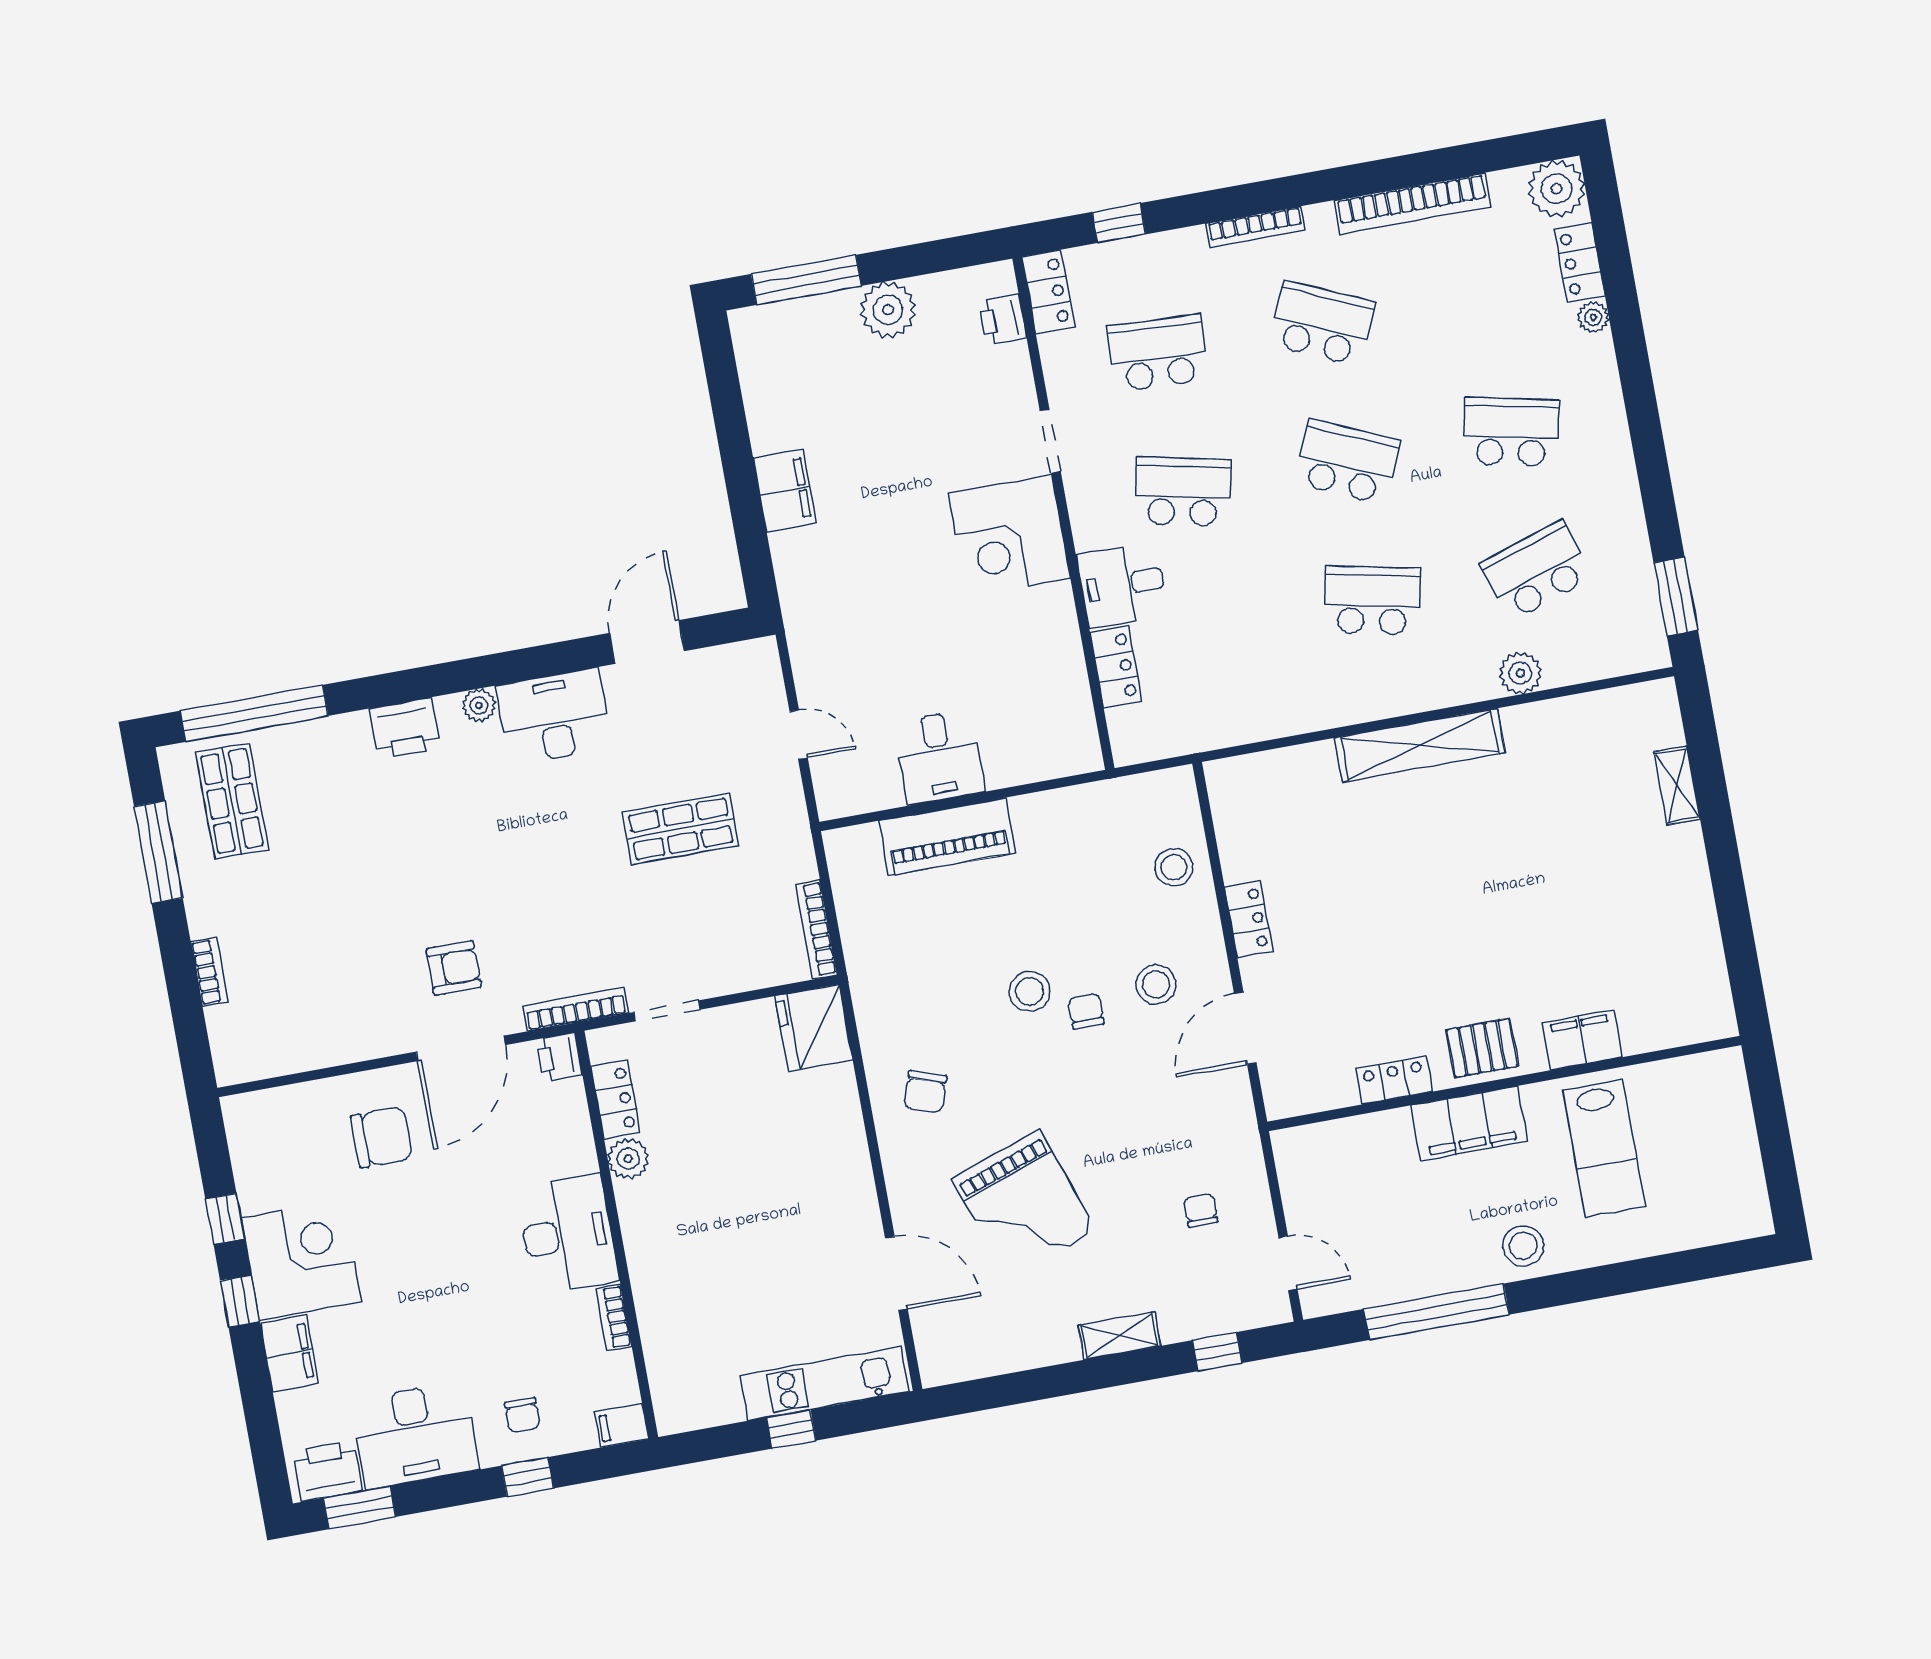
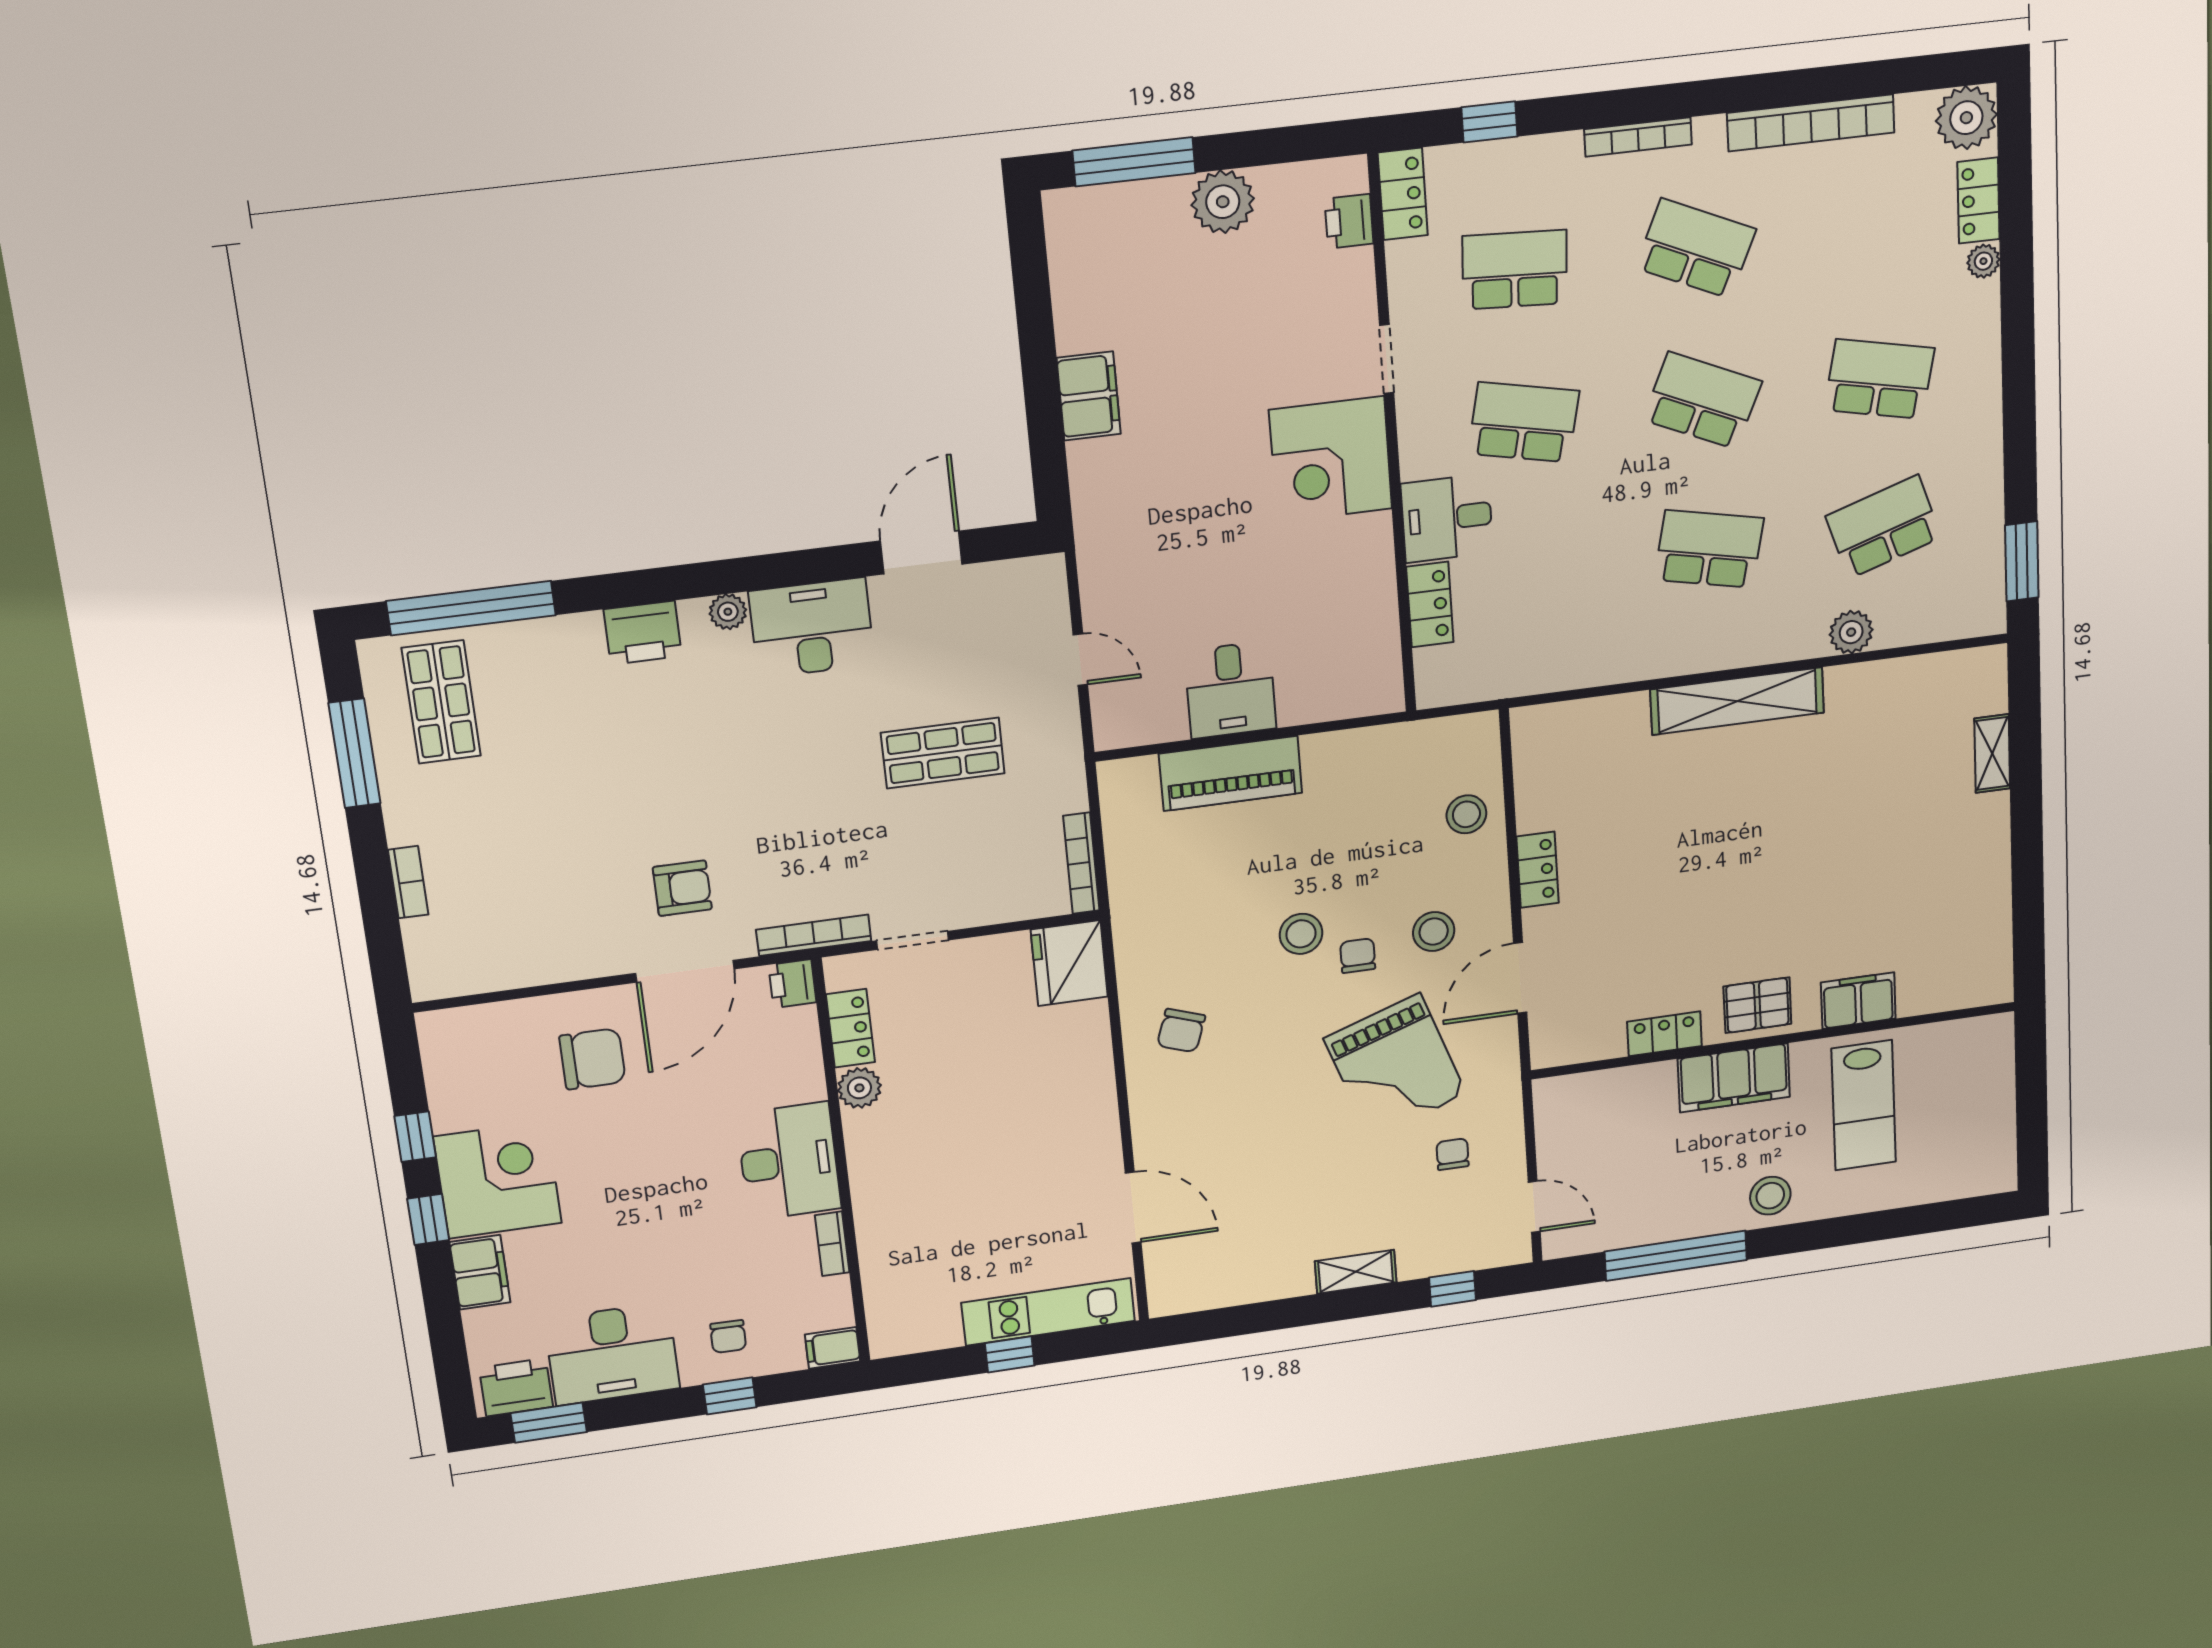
grand piano: (1024, 1205) -> (1395, 1066), moved

